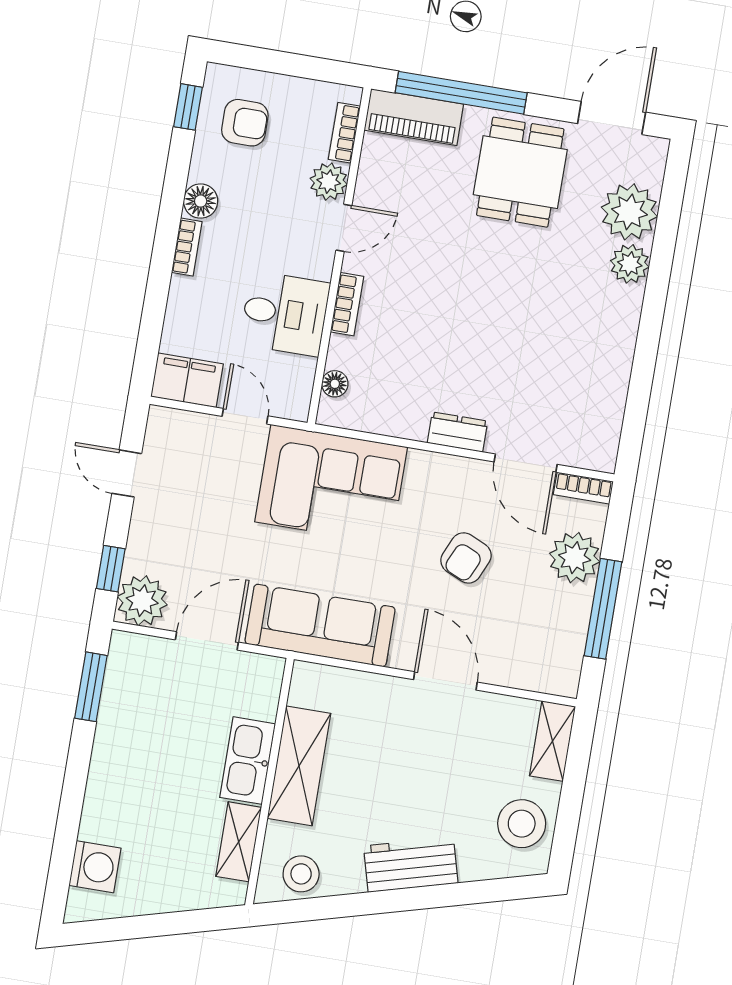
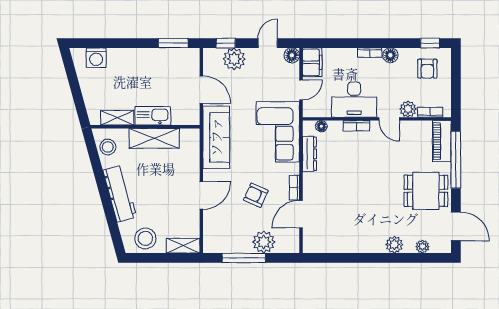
plant: (629, 212) -> (422, 247), width x0.53, depth x0.53
desk: (285, 314) -> (354, 100), width x1.37
floor lamp: (164, 424) -> (292, 55), added
dresser: (457, 432) -> (309, 154), moved, width x1.44
bookcase: (583, 488) -> (294, 188), moved
plant: (142, 601) -> (234, 59), moved
workbench: (411, 865) -> (120, 194), width x1.38

